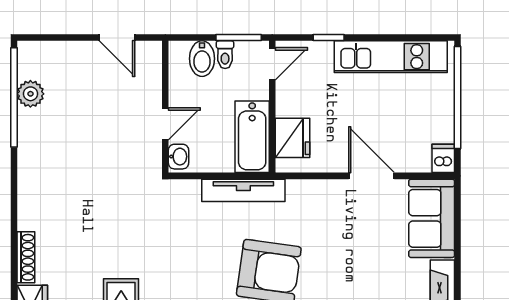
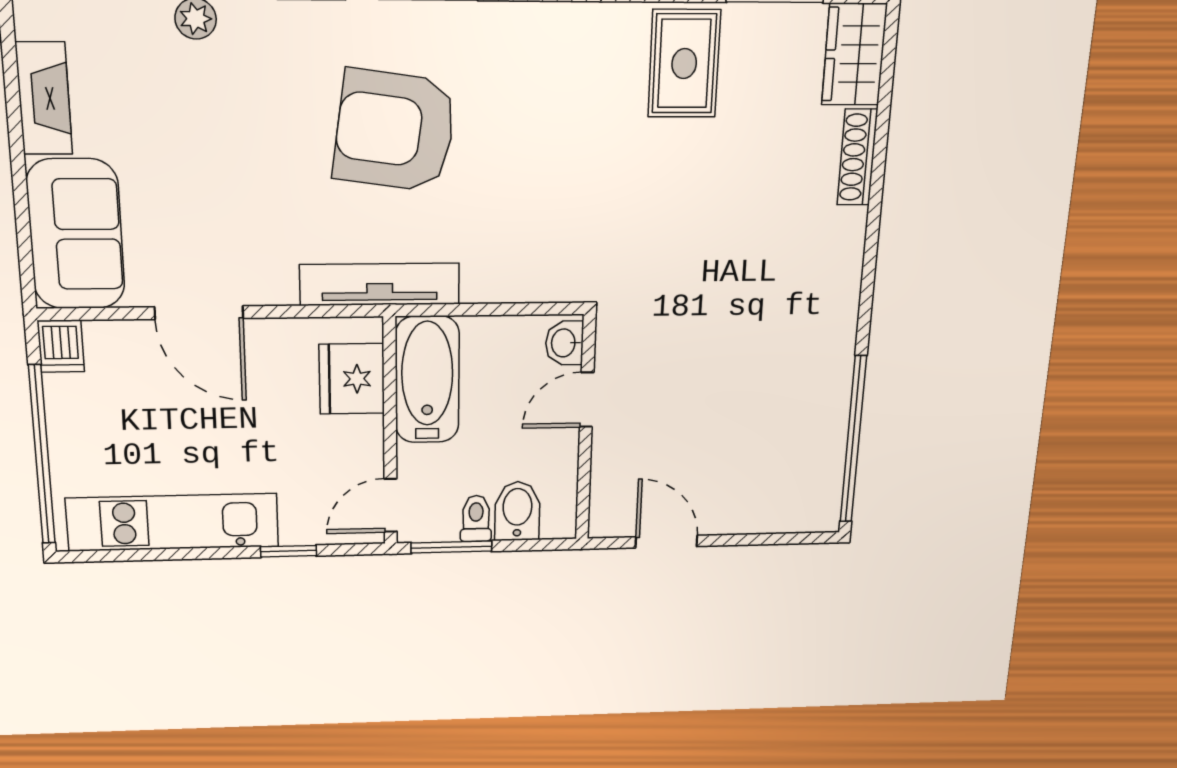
plant: (30, 94) -> (824, 446), removed
tv unit: (243, 190) -> (380, 284), moved

